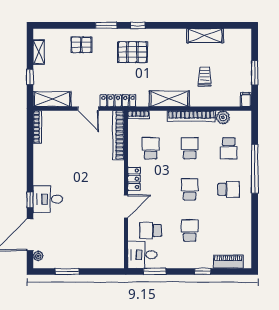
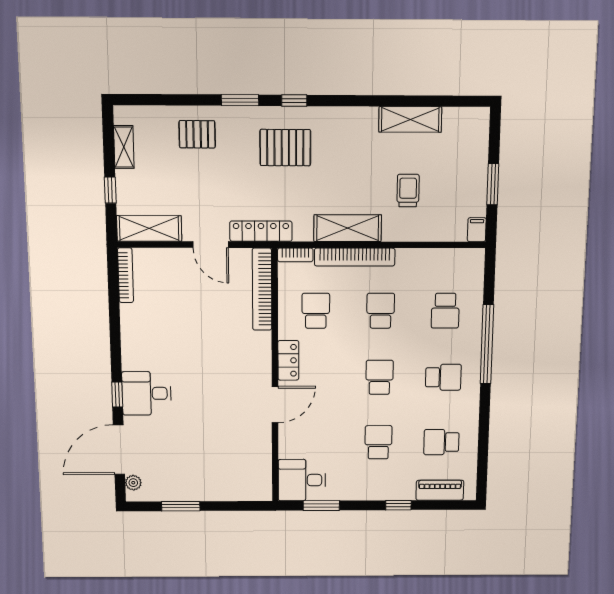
bookcase: (191, 116) -> (355, 257), moved
plant: (223, 117) -> (437, 259), removed
school desk: (151, 230) -> (441, 442), moved

